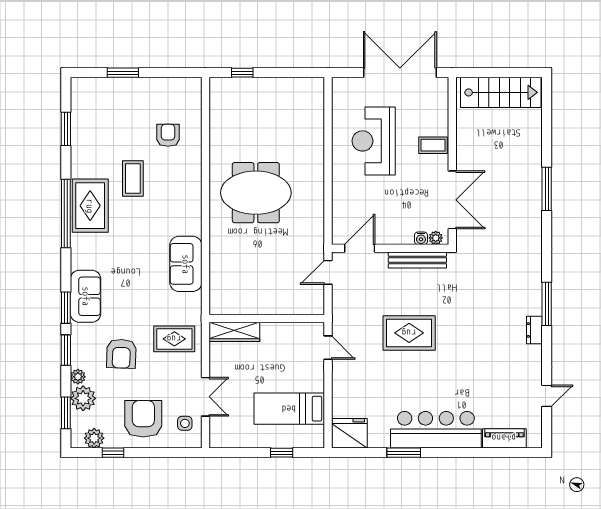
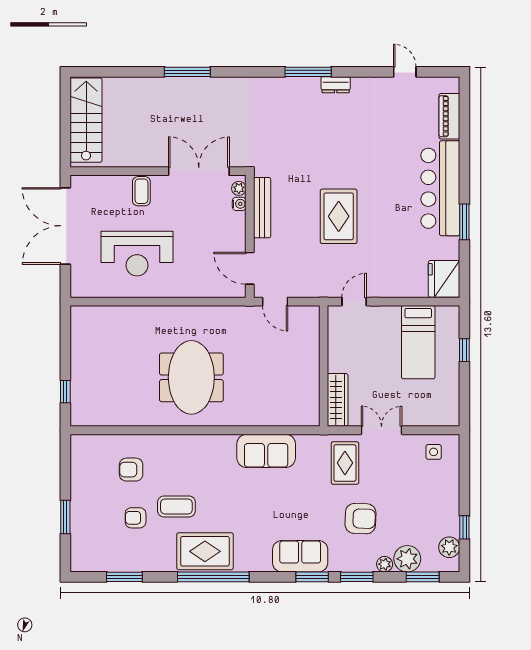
double door: (205, 397) -> (382, 430), moved
armchair: (143, 419) -> (136, 518), moved, width x0.53, depth x0.53

